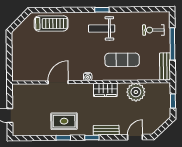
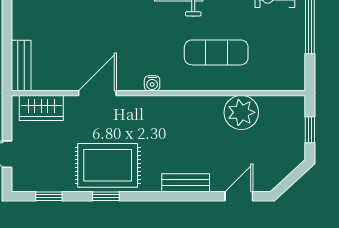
bench: (165, 66) -> (21, 65), moved
wardrobe: (105, 90) -> (41, 108), moved
rug: (64, 121) -> (108, 165), width x1.36, depth x1.43
window: (92, 138) -> (49, 196), moved

